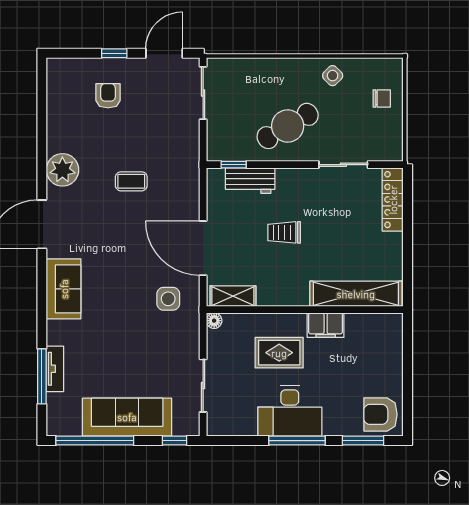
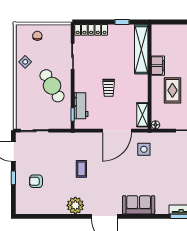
window: (407, 258) -> (122, 22), added

